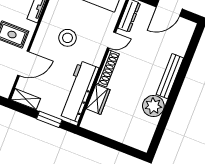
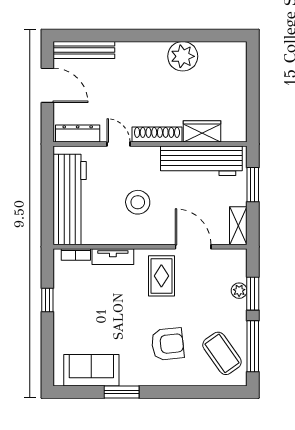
bench: (170, 76) -> (84, 50), moved

